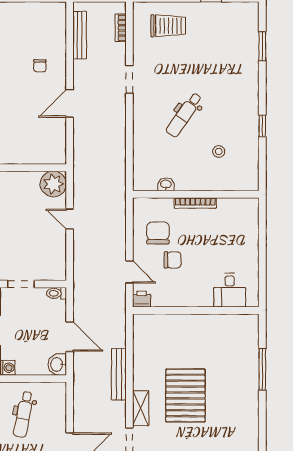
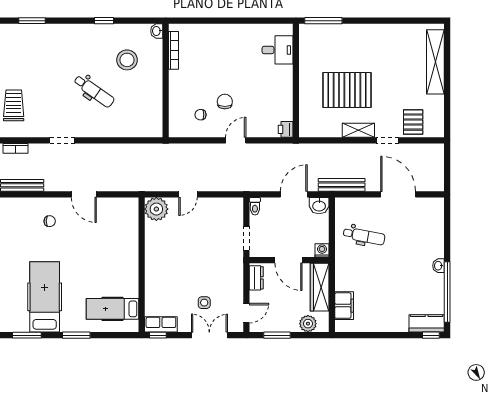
stool: (219, 151) -> (127, 60), width x1.89, depth x1.89
washbasin: (166, 184) -> (157, 31), moved
bookcase: (195, 203) -> (173, 50), moved
chair: (158, 233) -> (201, 115), width x0.54, depth x0.54
desk: (230, 290) -> (278, 50), moved
printer: (142, 299) -> (286, 129), moved
wall: (196, 311) -> (296, 81), moved
bench: (119, 374) -> (342, 185), moved

